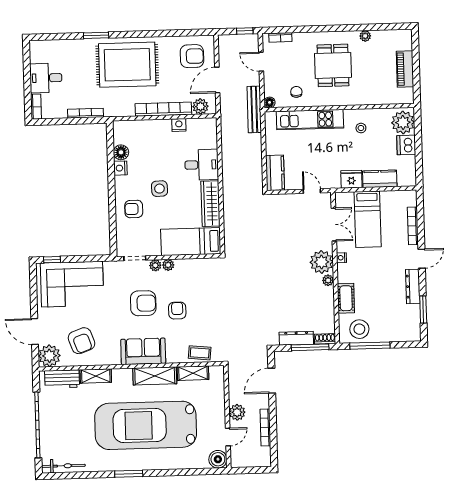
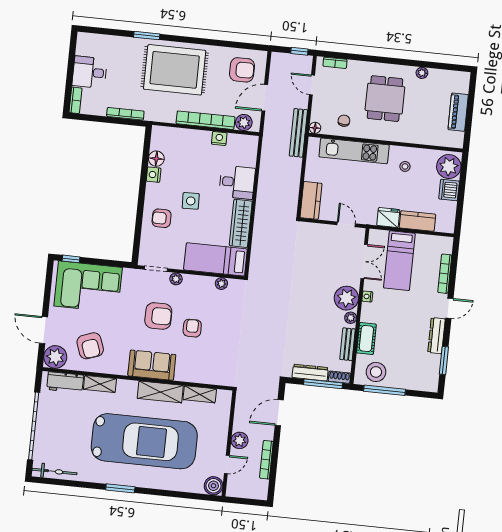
plant: (168, 265) -> (221, 284), moved
bench: (329, 306) -> (348, 344), added
coffee table: (200, 353) -> (209, 374), removed
car: (146, 425) -> (144, 441), turned 180

